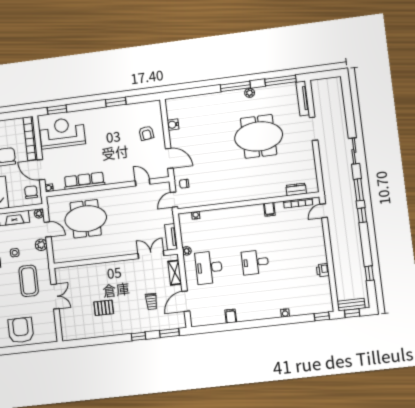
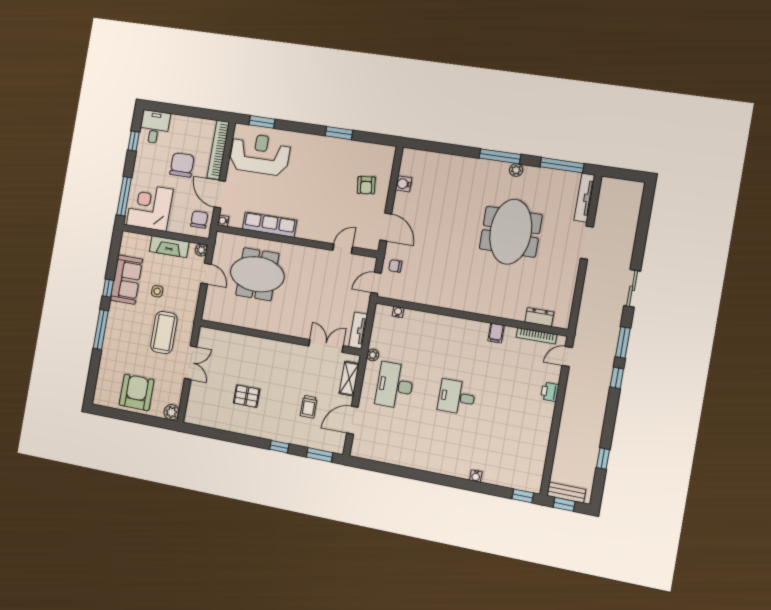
meeting table: (259, 136) -> (511, 232), turned 90
door: (143, 183) -> (343, 249), hinge flipped
plant: (41, 245) -> (171, 412), moved
printer: (323, 270) -> (550, 392), moved
filing cabinet: (231, 316) -> (404, 458), removed

